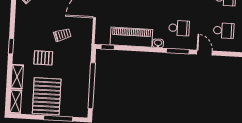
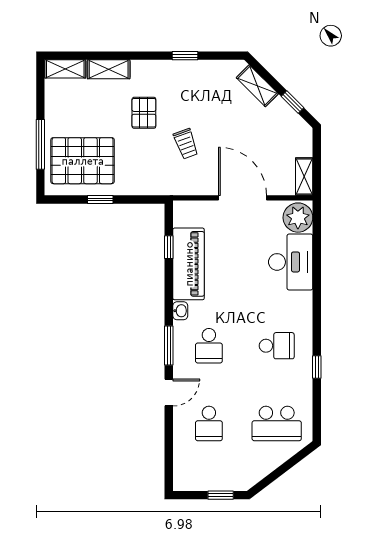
window: (11, 46) -> (185, 56), moved
window: (108, 47) -> (169, 247), moved
window: (92, 86) -> (100, 200), width x0.32
pallet: (47, 96) -> (83, 161), moved

